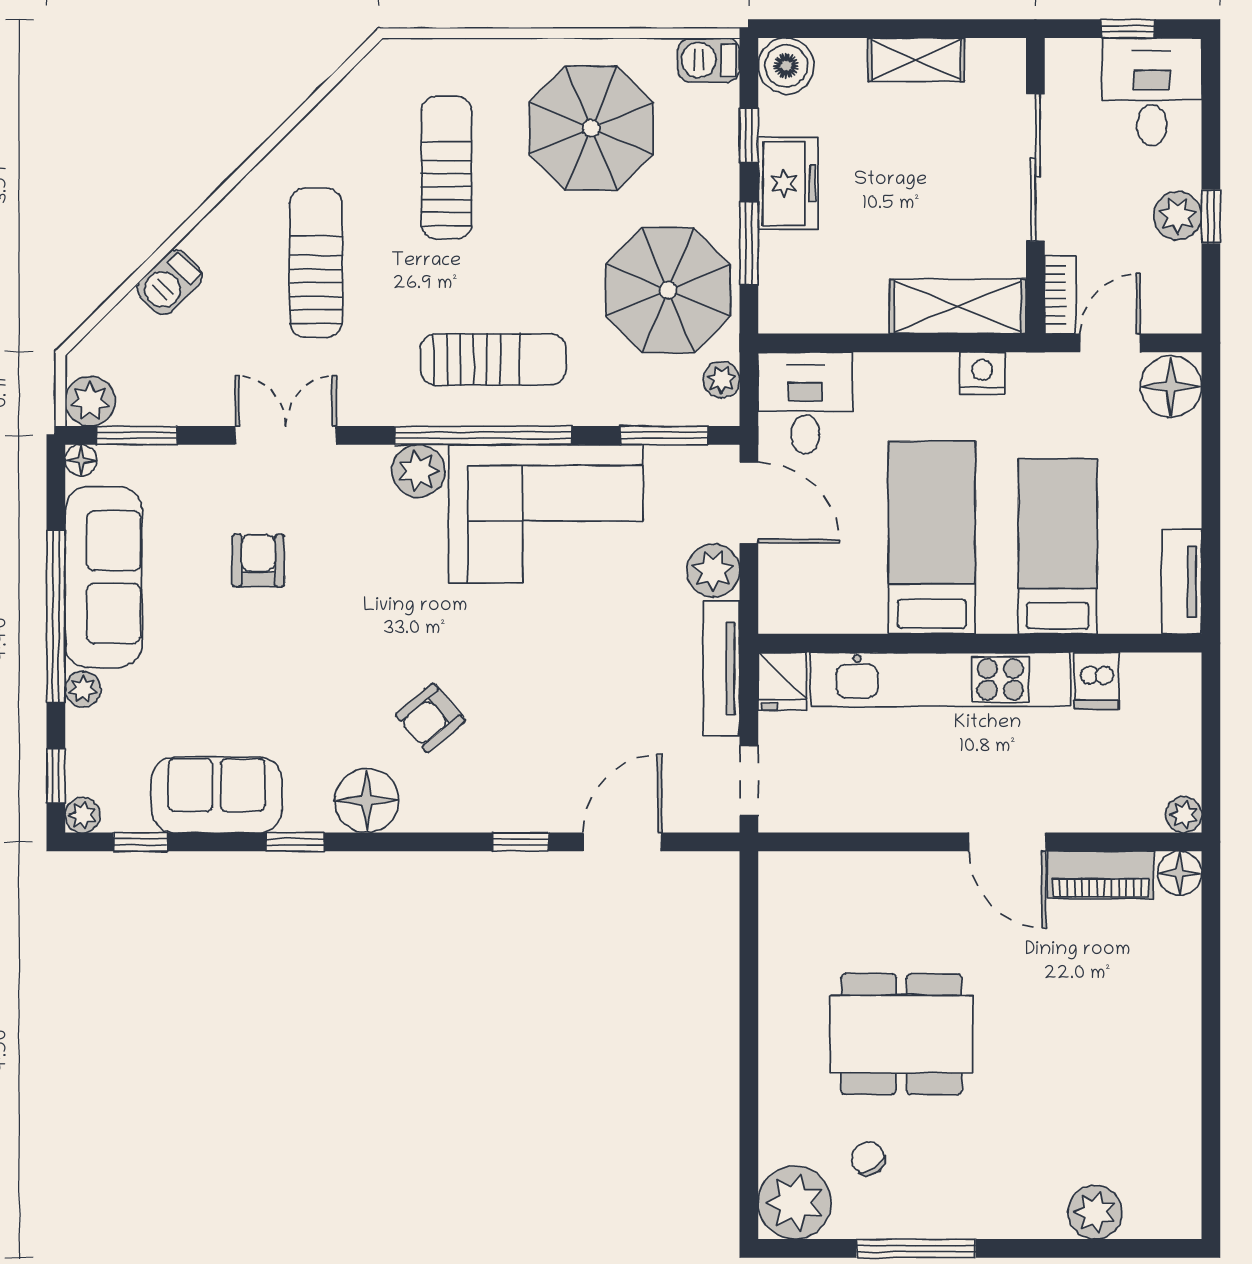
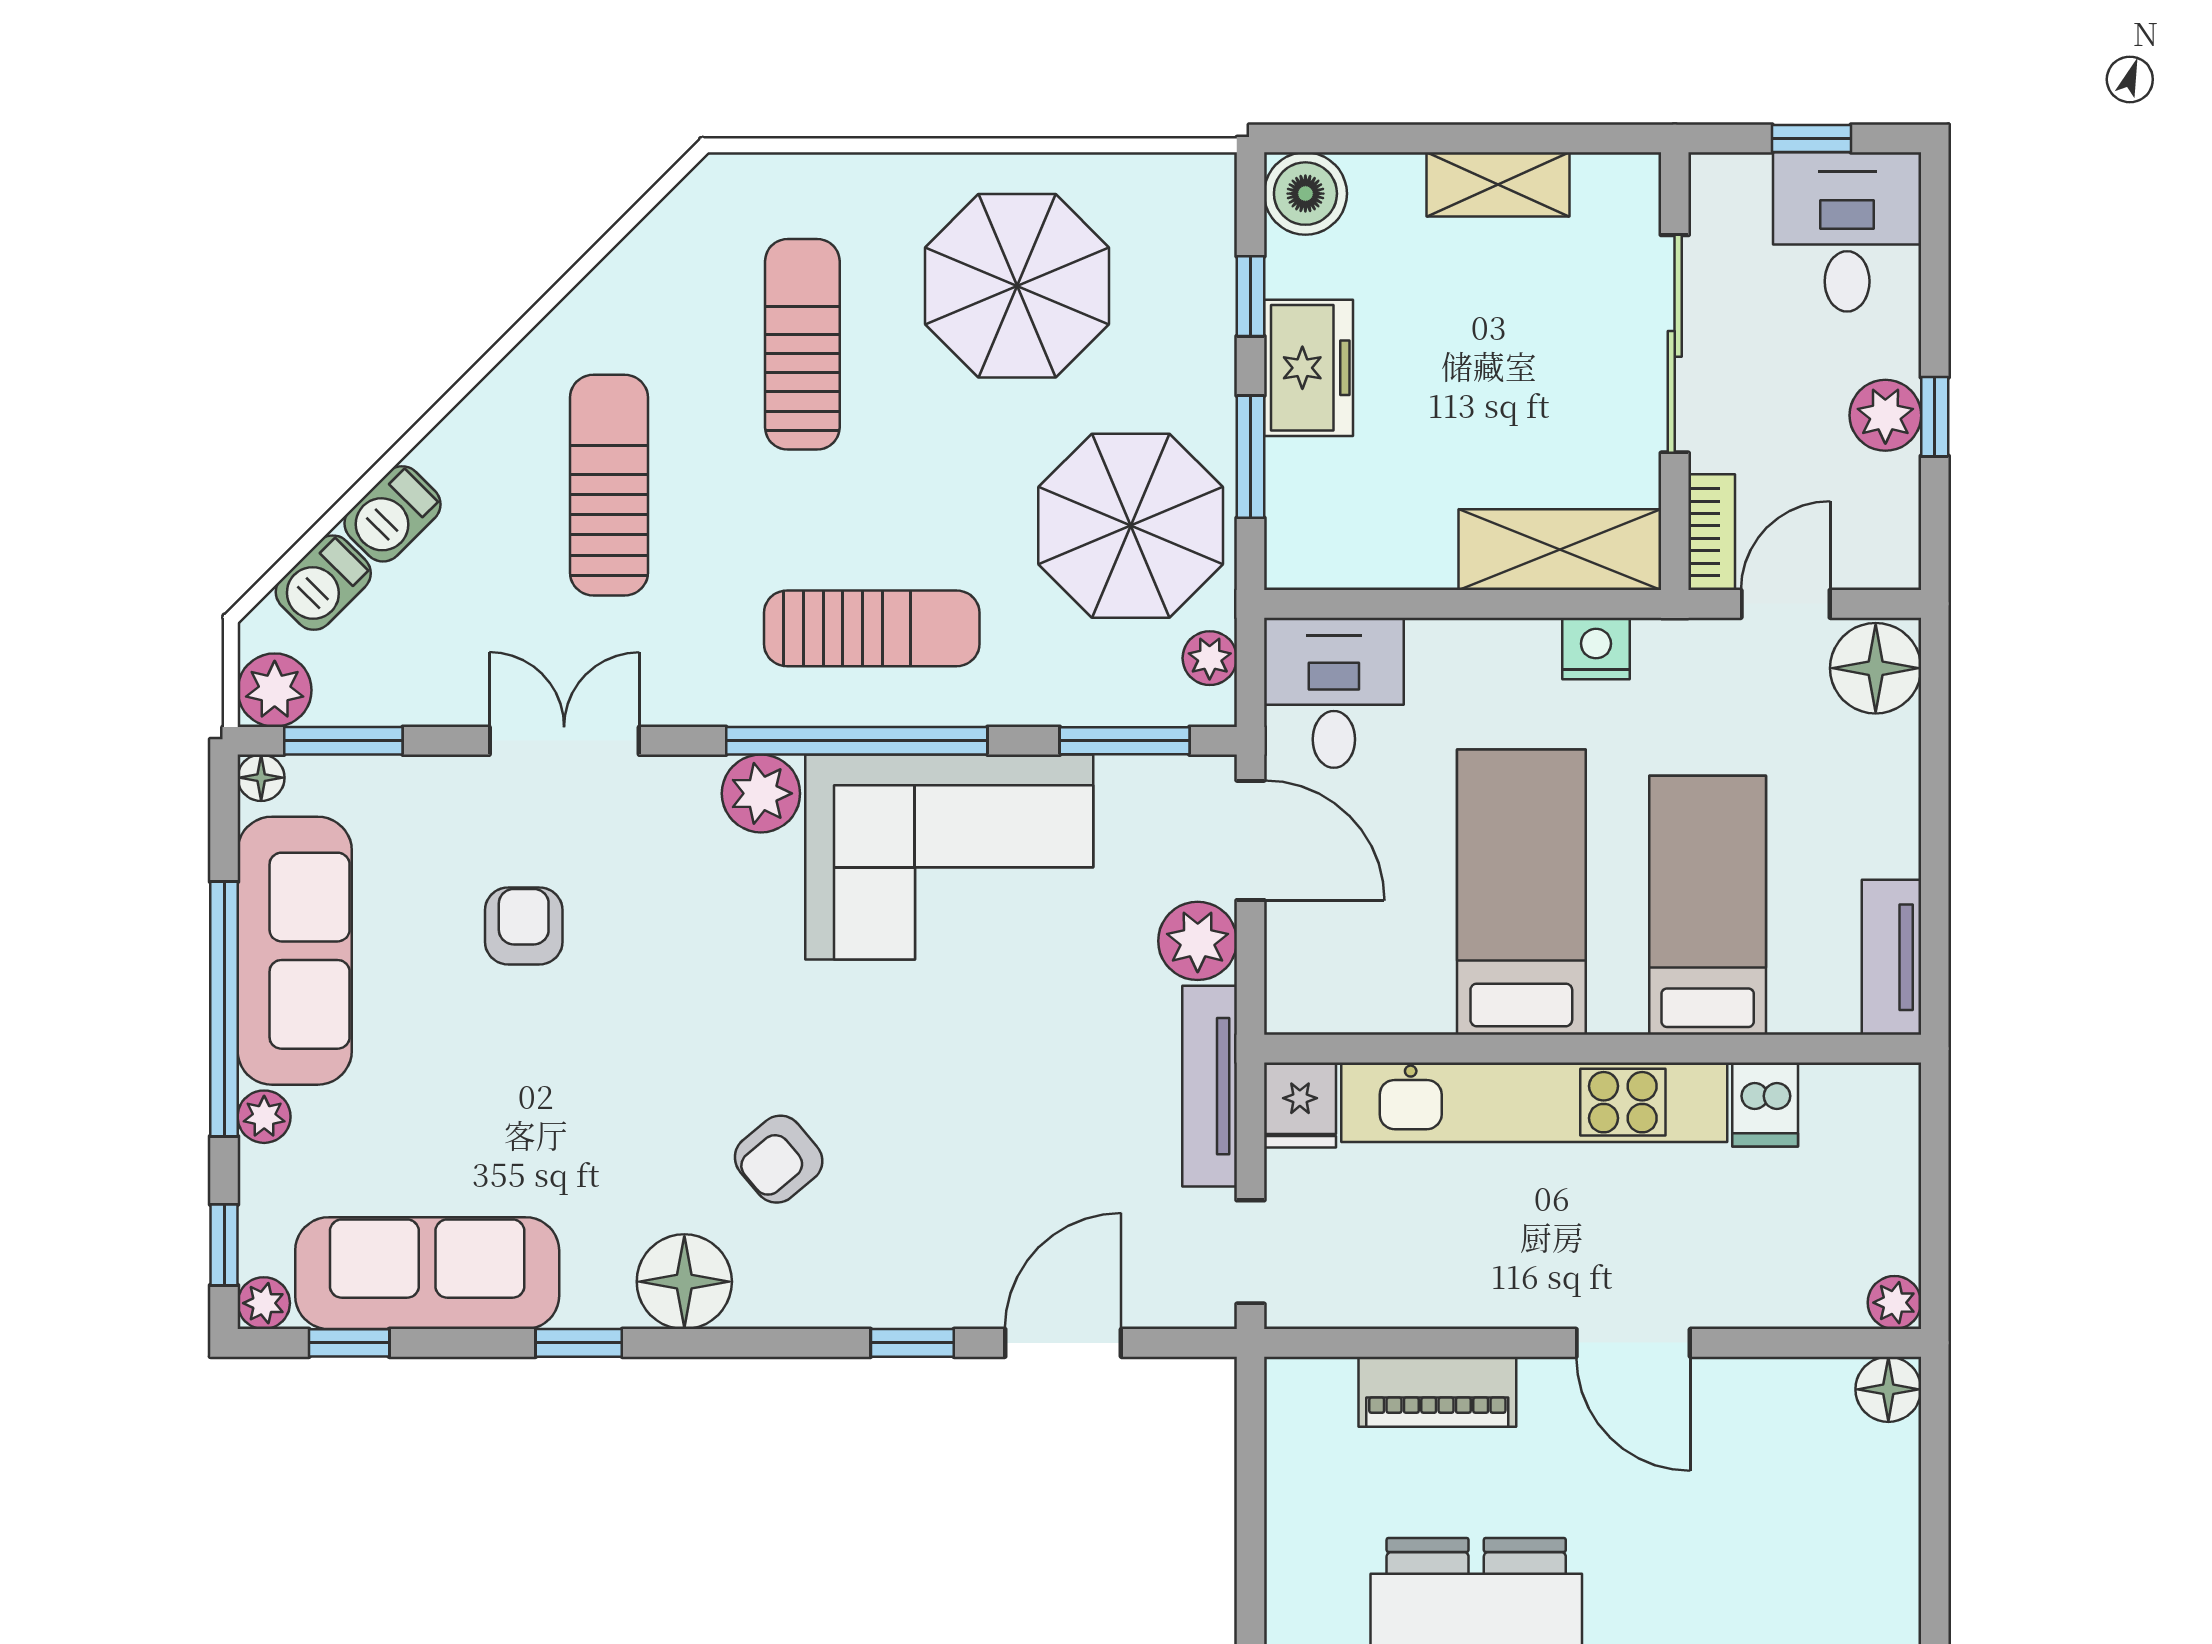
barbecue: (709, 60) -> (323, 583), moved, turned -45
sofa: (217, 795) -> (427, 1273), width x1.36
piano: (1101, 875) -> (1437, 1392), moved

